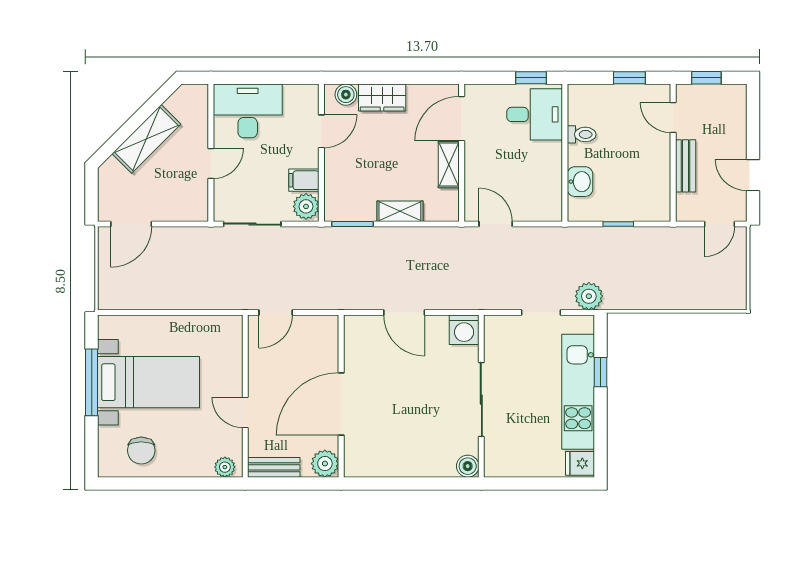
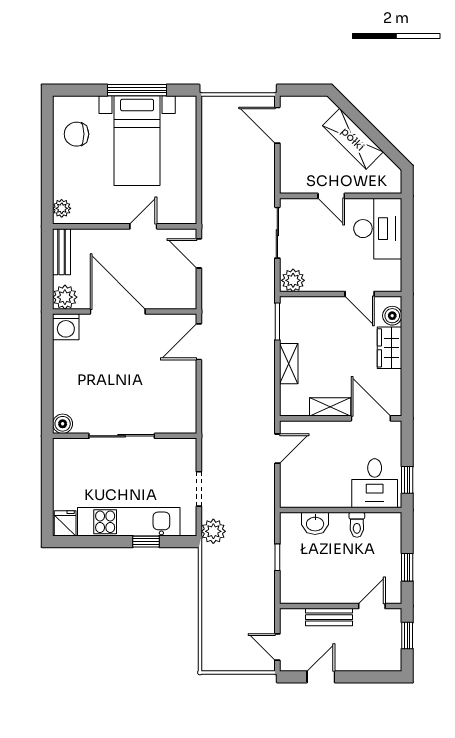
filing cabinet: (304, 180) -> (316, 279), removed
door: (404, 313) -> (199, 342), moved
washing machine: (464, 330) -> (66, 327), moved, turned -90
door: (245, 412) -> (143, 226), moved

